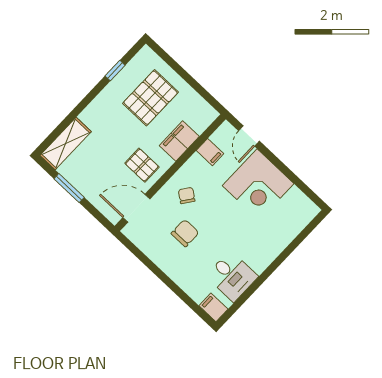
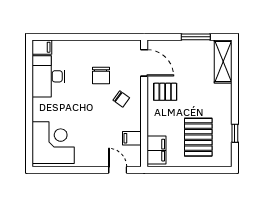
filing cabinet: (179, 141) -> (157, 150), moved
corner desk: (258, 185) -> (53, 143), moved, turned 90
door: (136, 208) -> (144, 63), hinge flipped
desk: (232, 276) -> (48, 76), width x1.37

